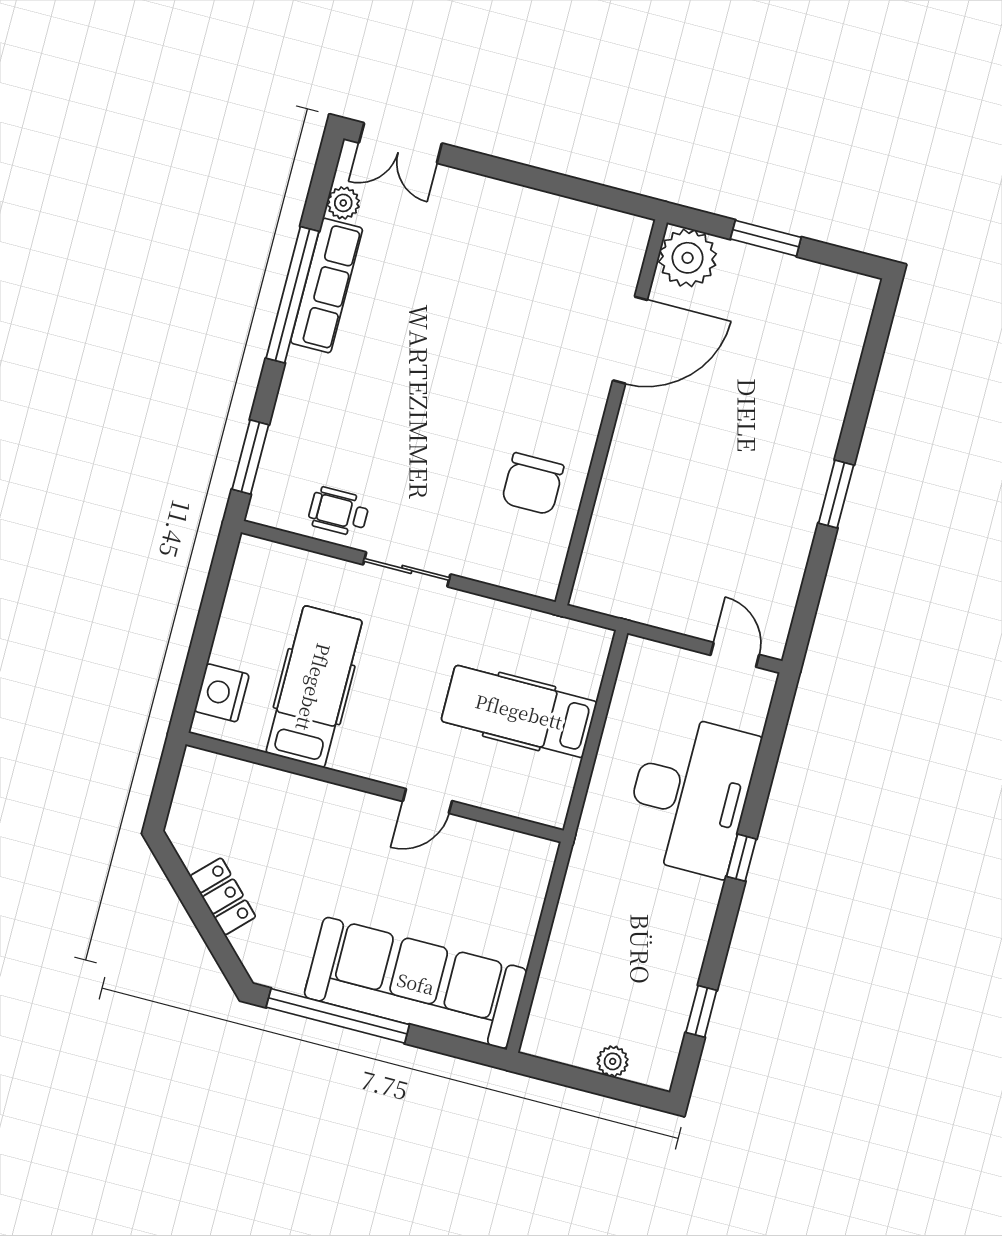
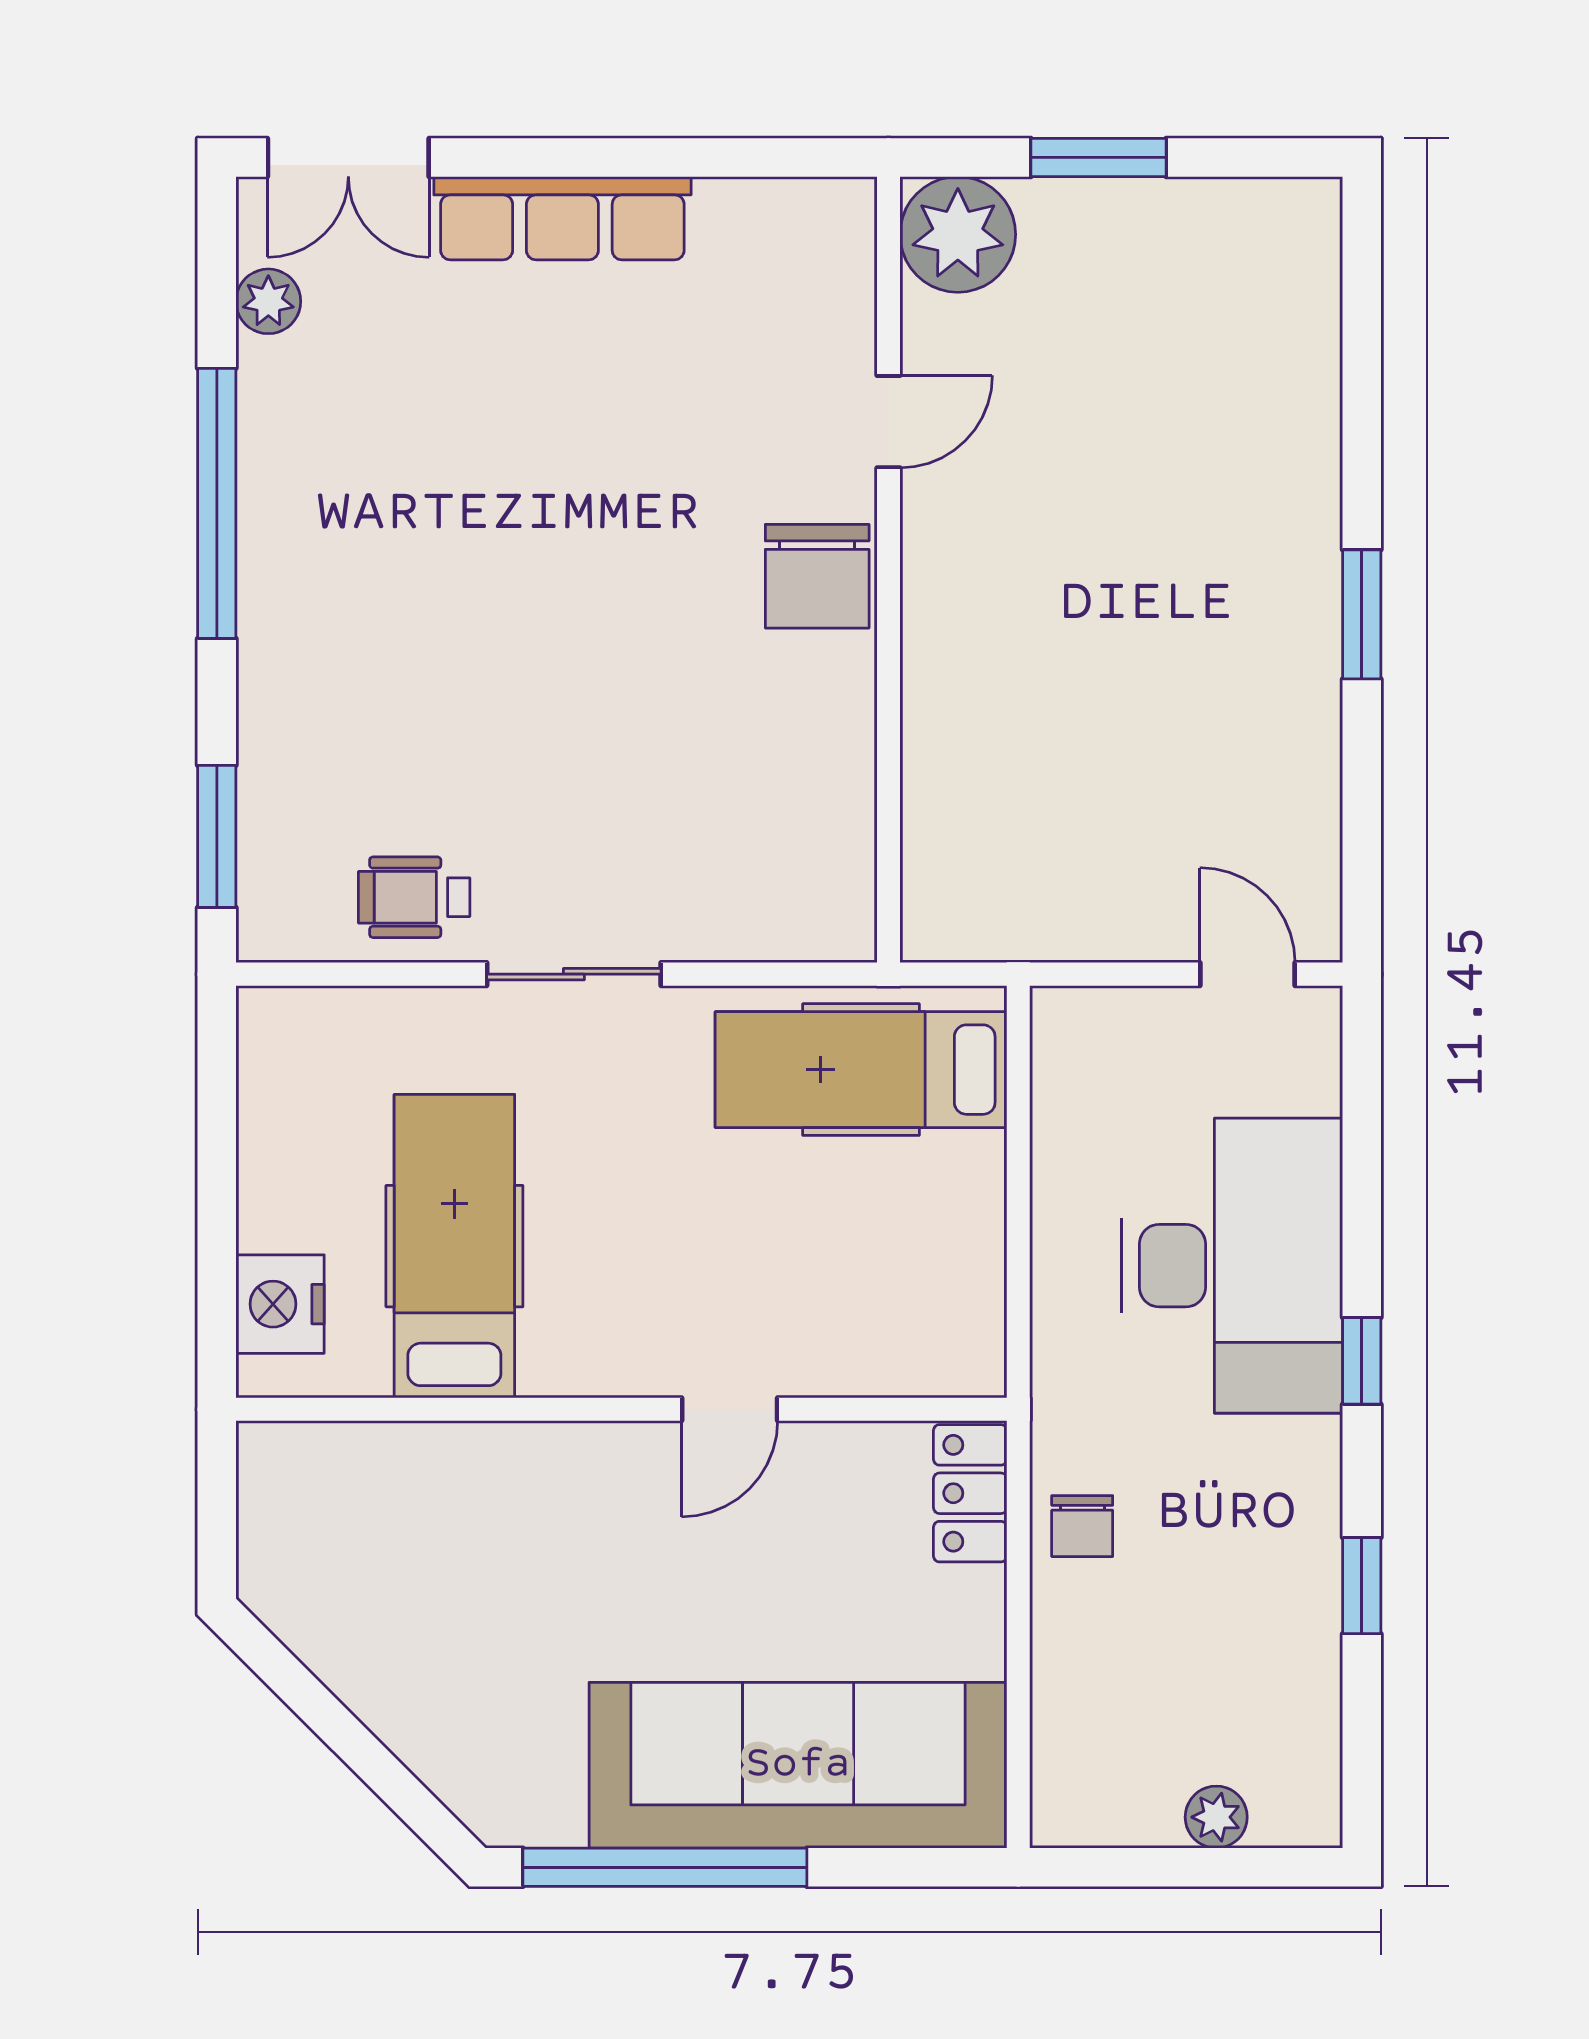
row of seats: (327, 286) -> (562, 218), moved, turned 90
door: (630, 340) -> (888, 422), width x0.53
chair: (533, 484) -> (817, 576), moved
hospital bed: (519, 711) -> (861, 1070), moved
locker: (223, 896) -> (970, 1493), moved, turned -135
chair: (584, 903) -> (1082, 1526), added
window: (701, 1011) -> (1362, 1586), moved

